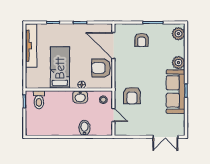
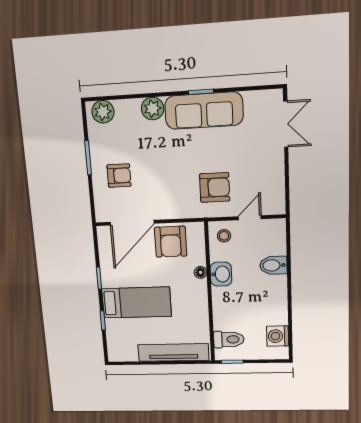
tv unit: (31, 46) -> (173, 352), moved
bed: (60, 68) -> (136, 302), moved, turned 180
washing machine: (40, 129) -> (278, 336), added

